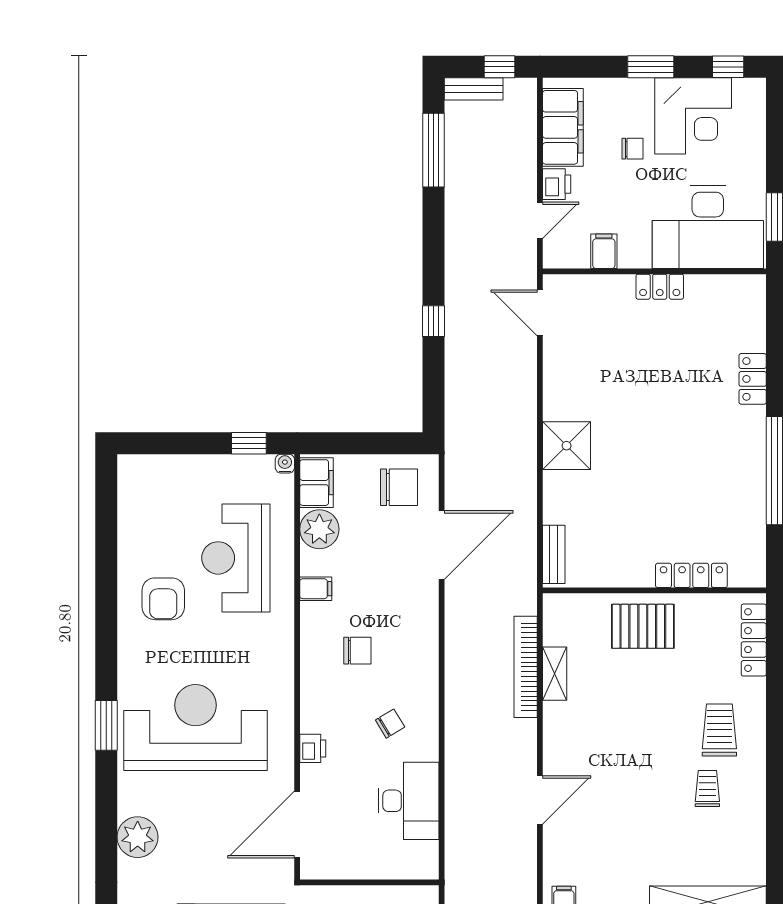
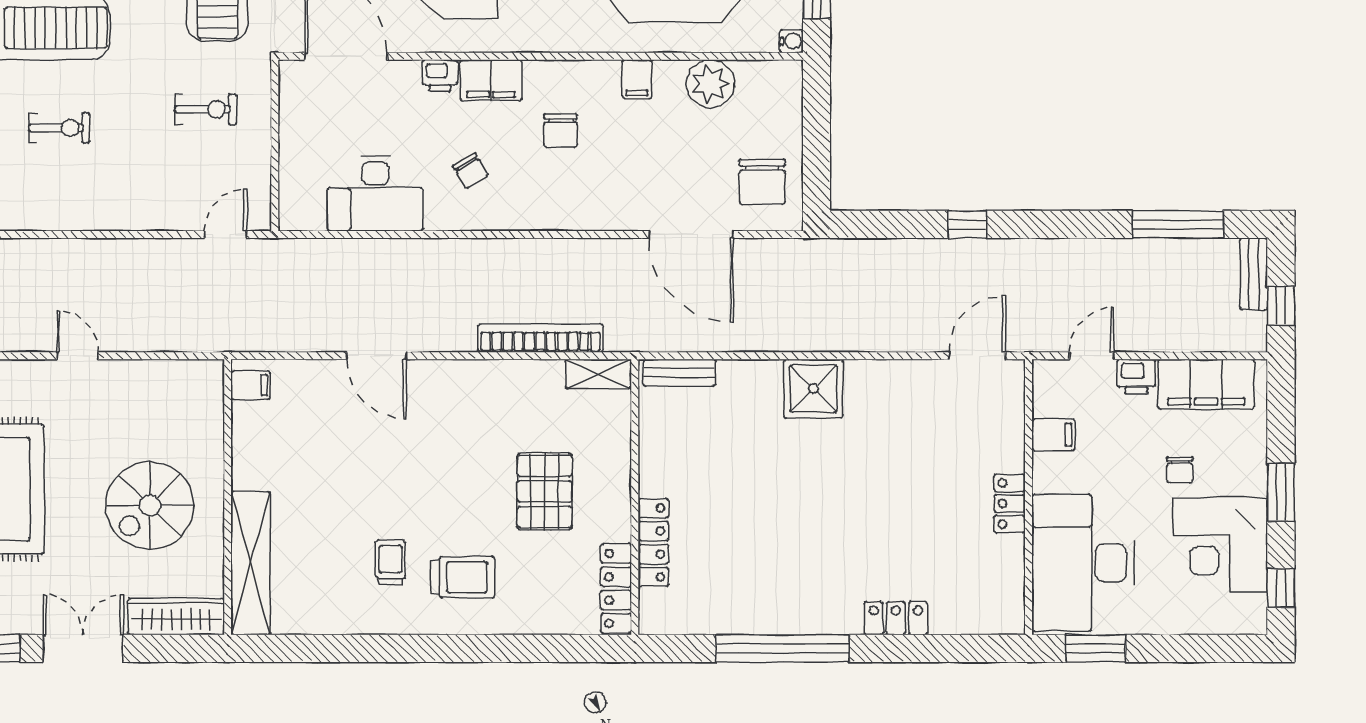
door: (540, 220) -> (1092, 356), swing flipped
filing cabinet: (316, 483) -> (491, 80), moved
pallet: (643, 626) -> (545, 491), moved
locker: (754, 640) -> (616, 588), moved, turned -90
shelving: (555, 674) -> (598, 374), moved
trolley: (707, 789) -> (390, 562), turned -90

